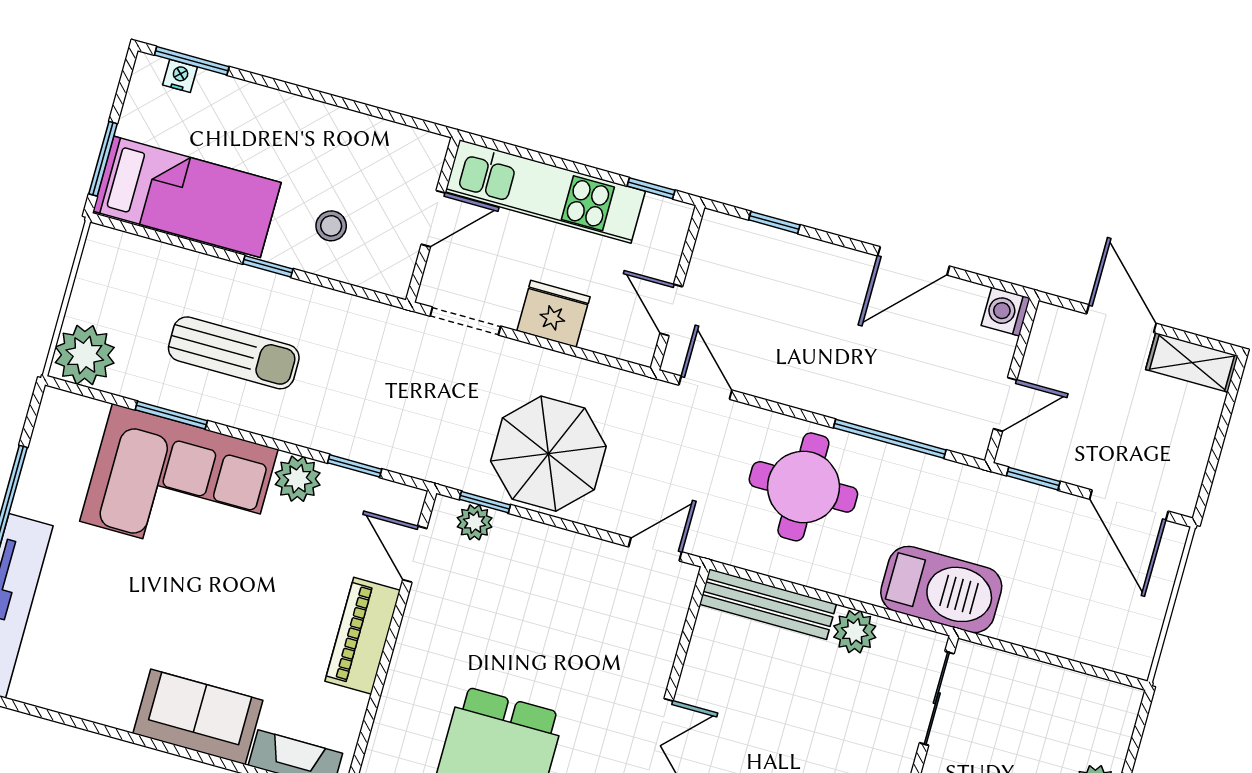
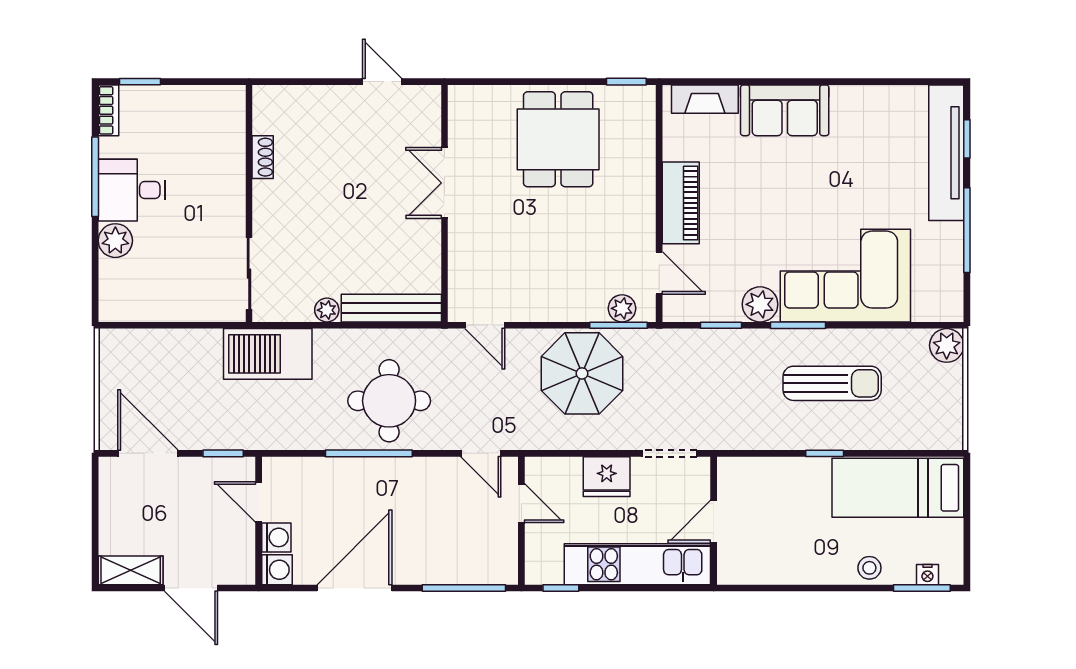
window: (103, 159) -> (967, 499), removed
window: (774, 222) -> (464, 588), width x2.17
stool: (331, 226) -> (869, 568), moved
door: (914, 261) -> (354, 588), width x1.36
sun lounger: (234, 353) -> (832, 383), turned 180
washing machine: (995, 353) -> (276, 537), added
plant: (85, 355) -> (947, 345), width x0.73, depth x0.73
door: (1005, 404) -> (259, 502), hinge flipped
window: (171, 415) -> (798, 325), moved
window: (890, 439) -> (369, 453), moved
window: (485, 502) -> (619, 325), width x1.50
door: (655, 549) -> (485, 325), hinge flipped
plant: (855, 632) -> (327, 310), width x0.73, depth x0.73

